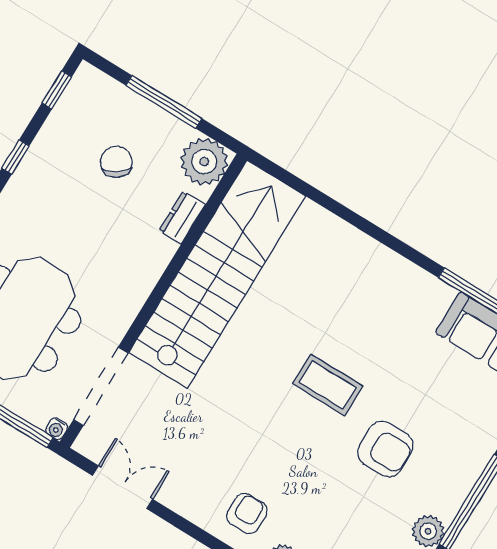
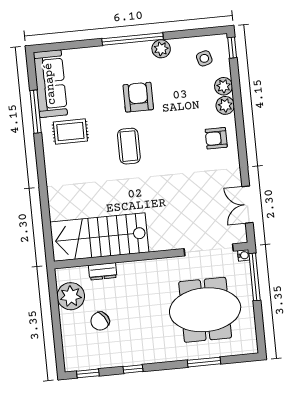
window: (164, 102) -> (56, 320), removed
plant: (204, 162) -> (71, 296), moved
stairs: (217, 274) -> (99, 237), width x0.73
rug: (409, 319) -> (70, 131), added

